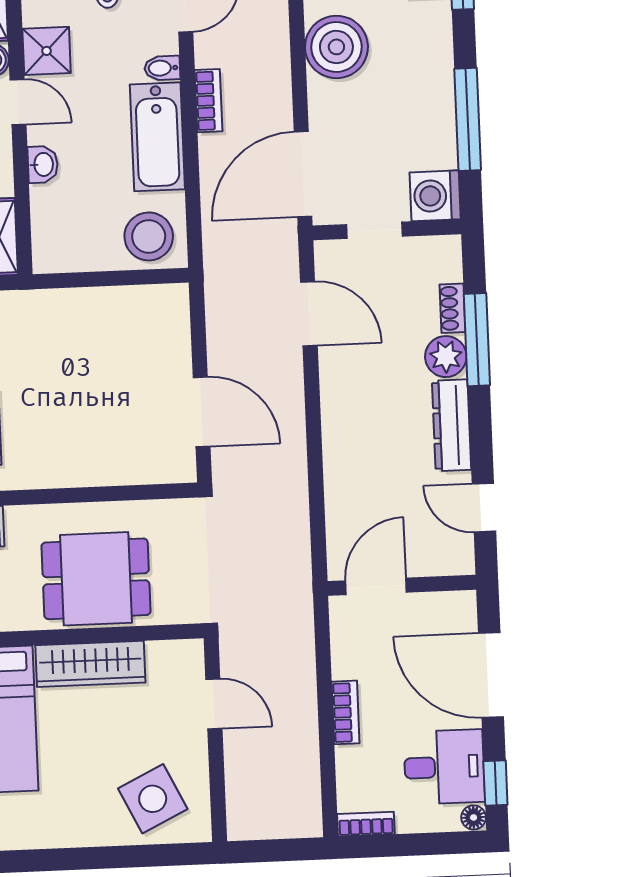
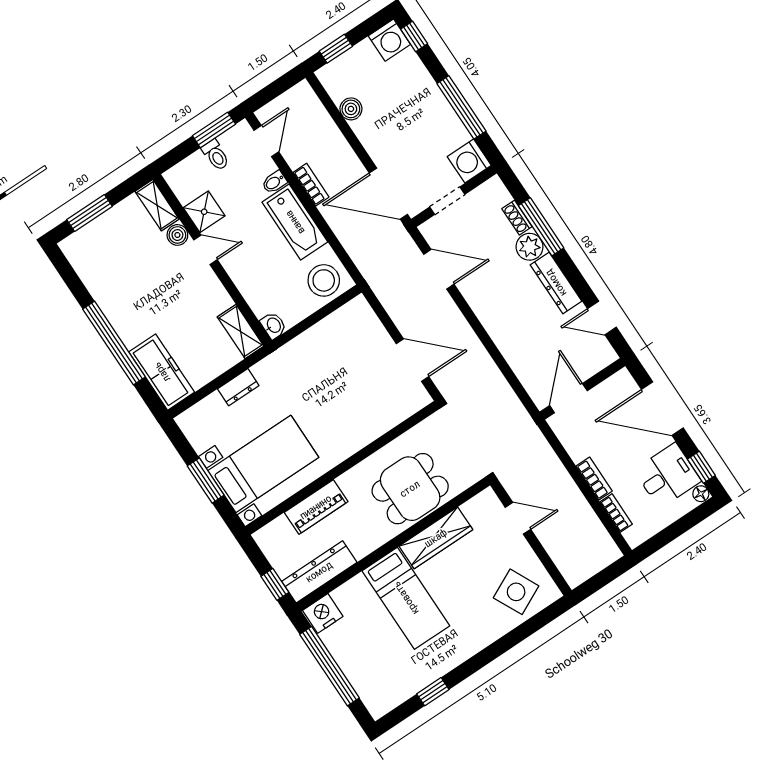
boiler: (336, 47) -> (351, 109), width x0.54, depth x0.54
washbasin: (43, 164) -> (273, 326), moved
door: (303, 174) -> (388, 194), hinge flipped
bookcase: (366, 824) -> (616, 513), moved, turned 90

